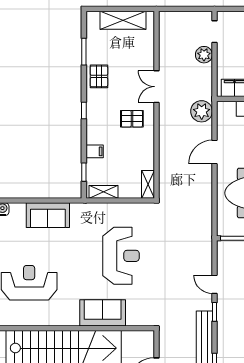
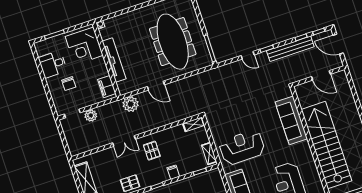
filing cabinet: (95, 151) -> (173, 172), moved
reception desk: (121, 256) -> (242, 147), moved
door: (215, 284) -> (248, 55), hinge flipped
sofa: (103, 313) -> (291, 120), width x1.36

